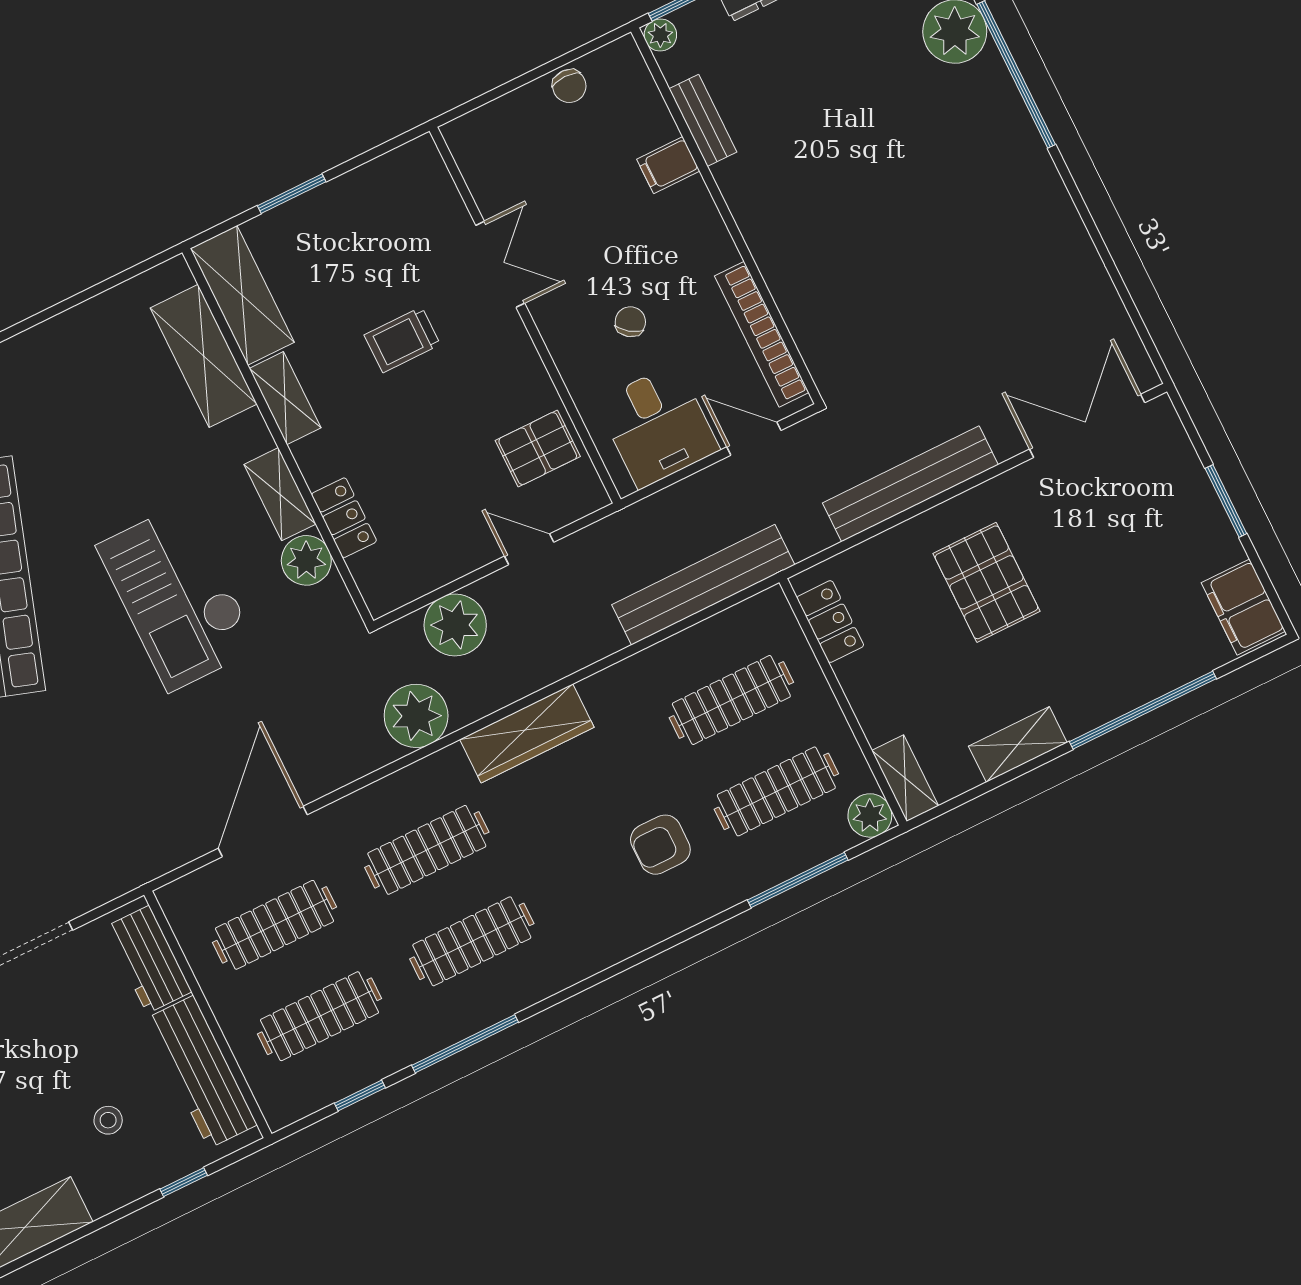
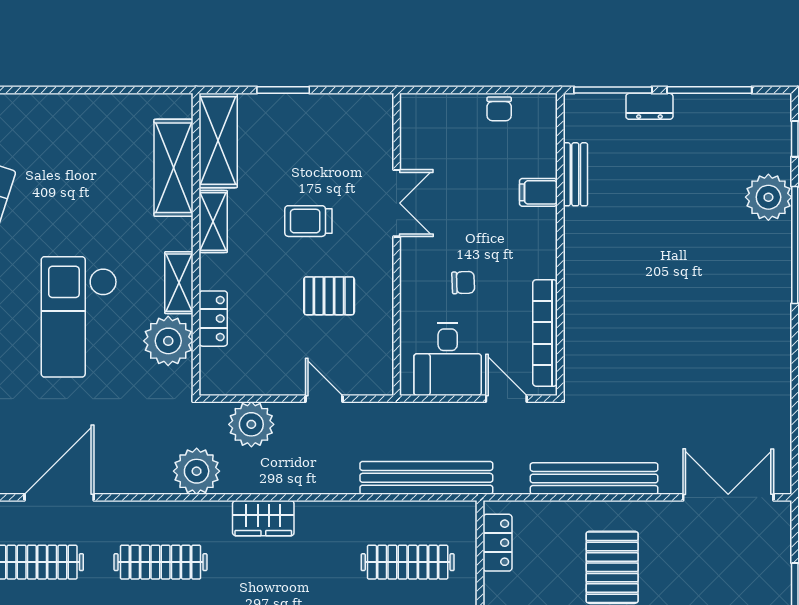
plant: (660, 35) -> (575, 105), removed
chair: (630, 322) -> (463, 283), turned 52
pallet: (538, 449) -> (329, 296), moved
plant: (306, 560) -> (168, 341), width x1.36, depth x1.36
wardrobe: (527, 733) -> (263, 518), width x0.67

